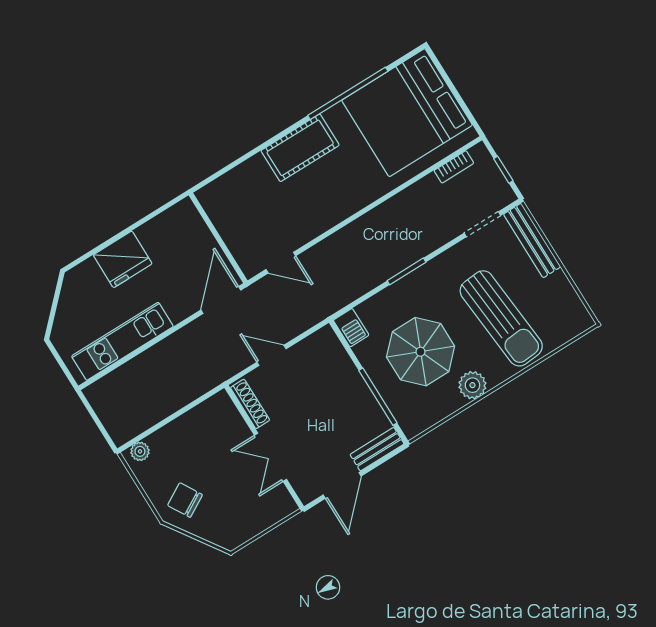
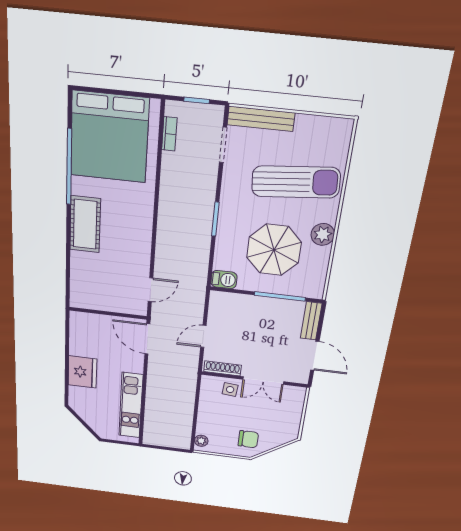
side table: (231, 432) -> (230, 390), added
chair: (185, 500) -> (248, 439), turned -150

